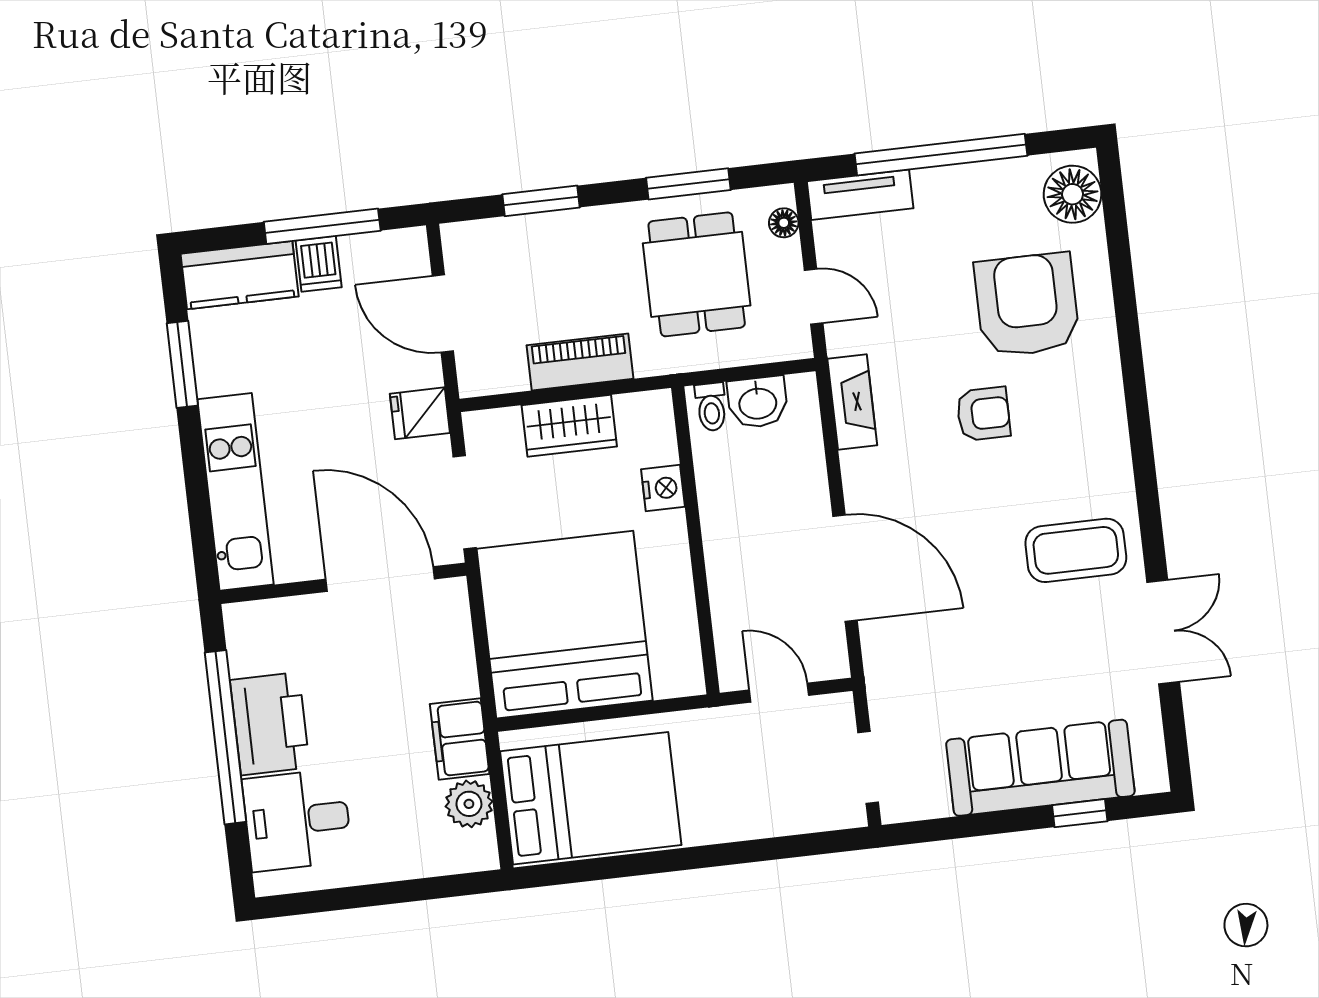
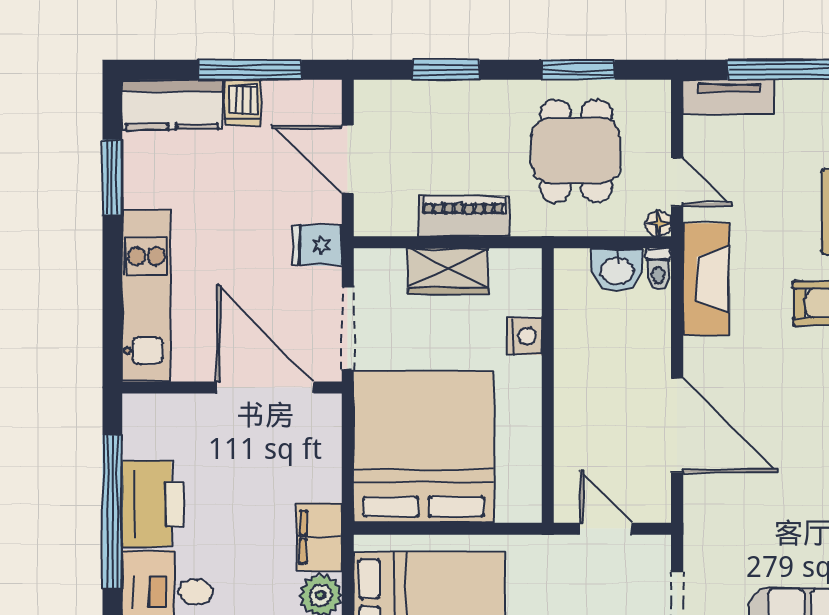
floor lamp: (784, 223) -> (658, 223), moved
fireplace: (852, 402) -> (706, 279), width x1.37, depth x1.32
toilet: (711, 407) -> (658, 269), moved

